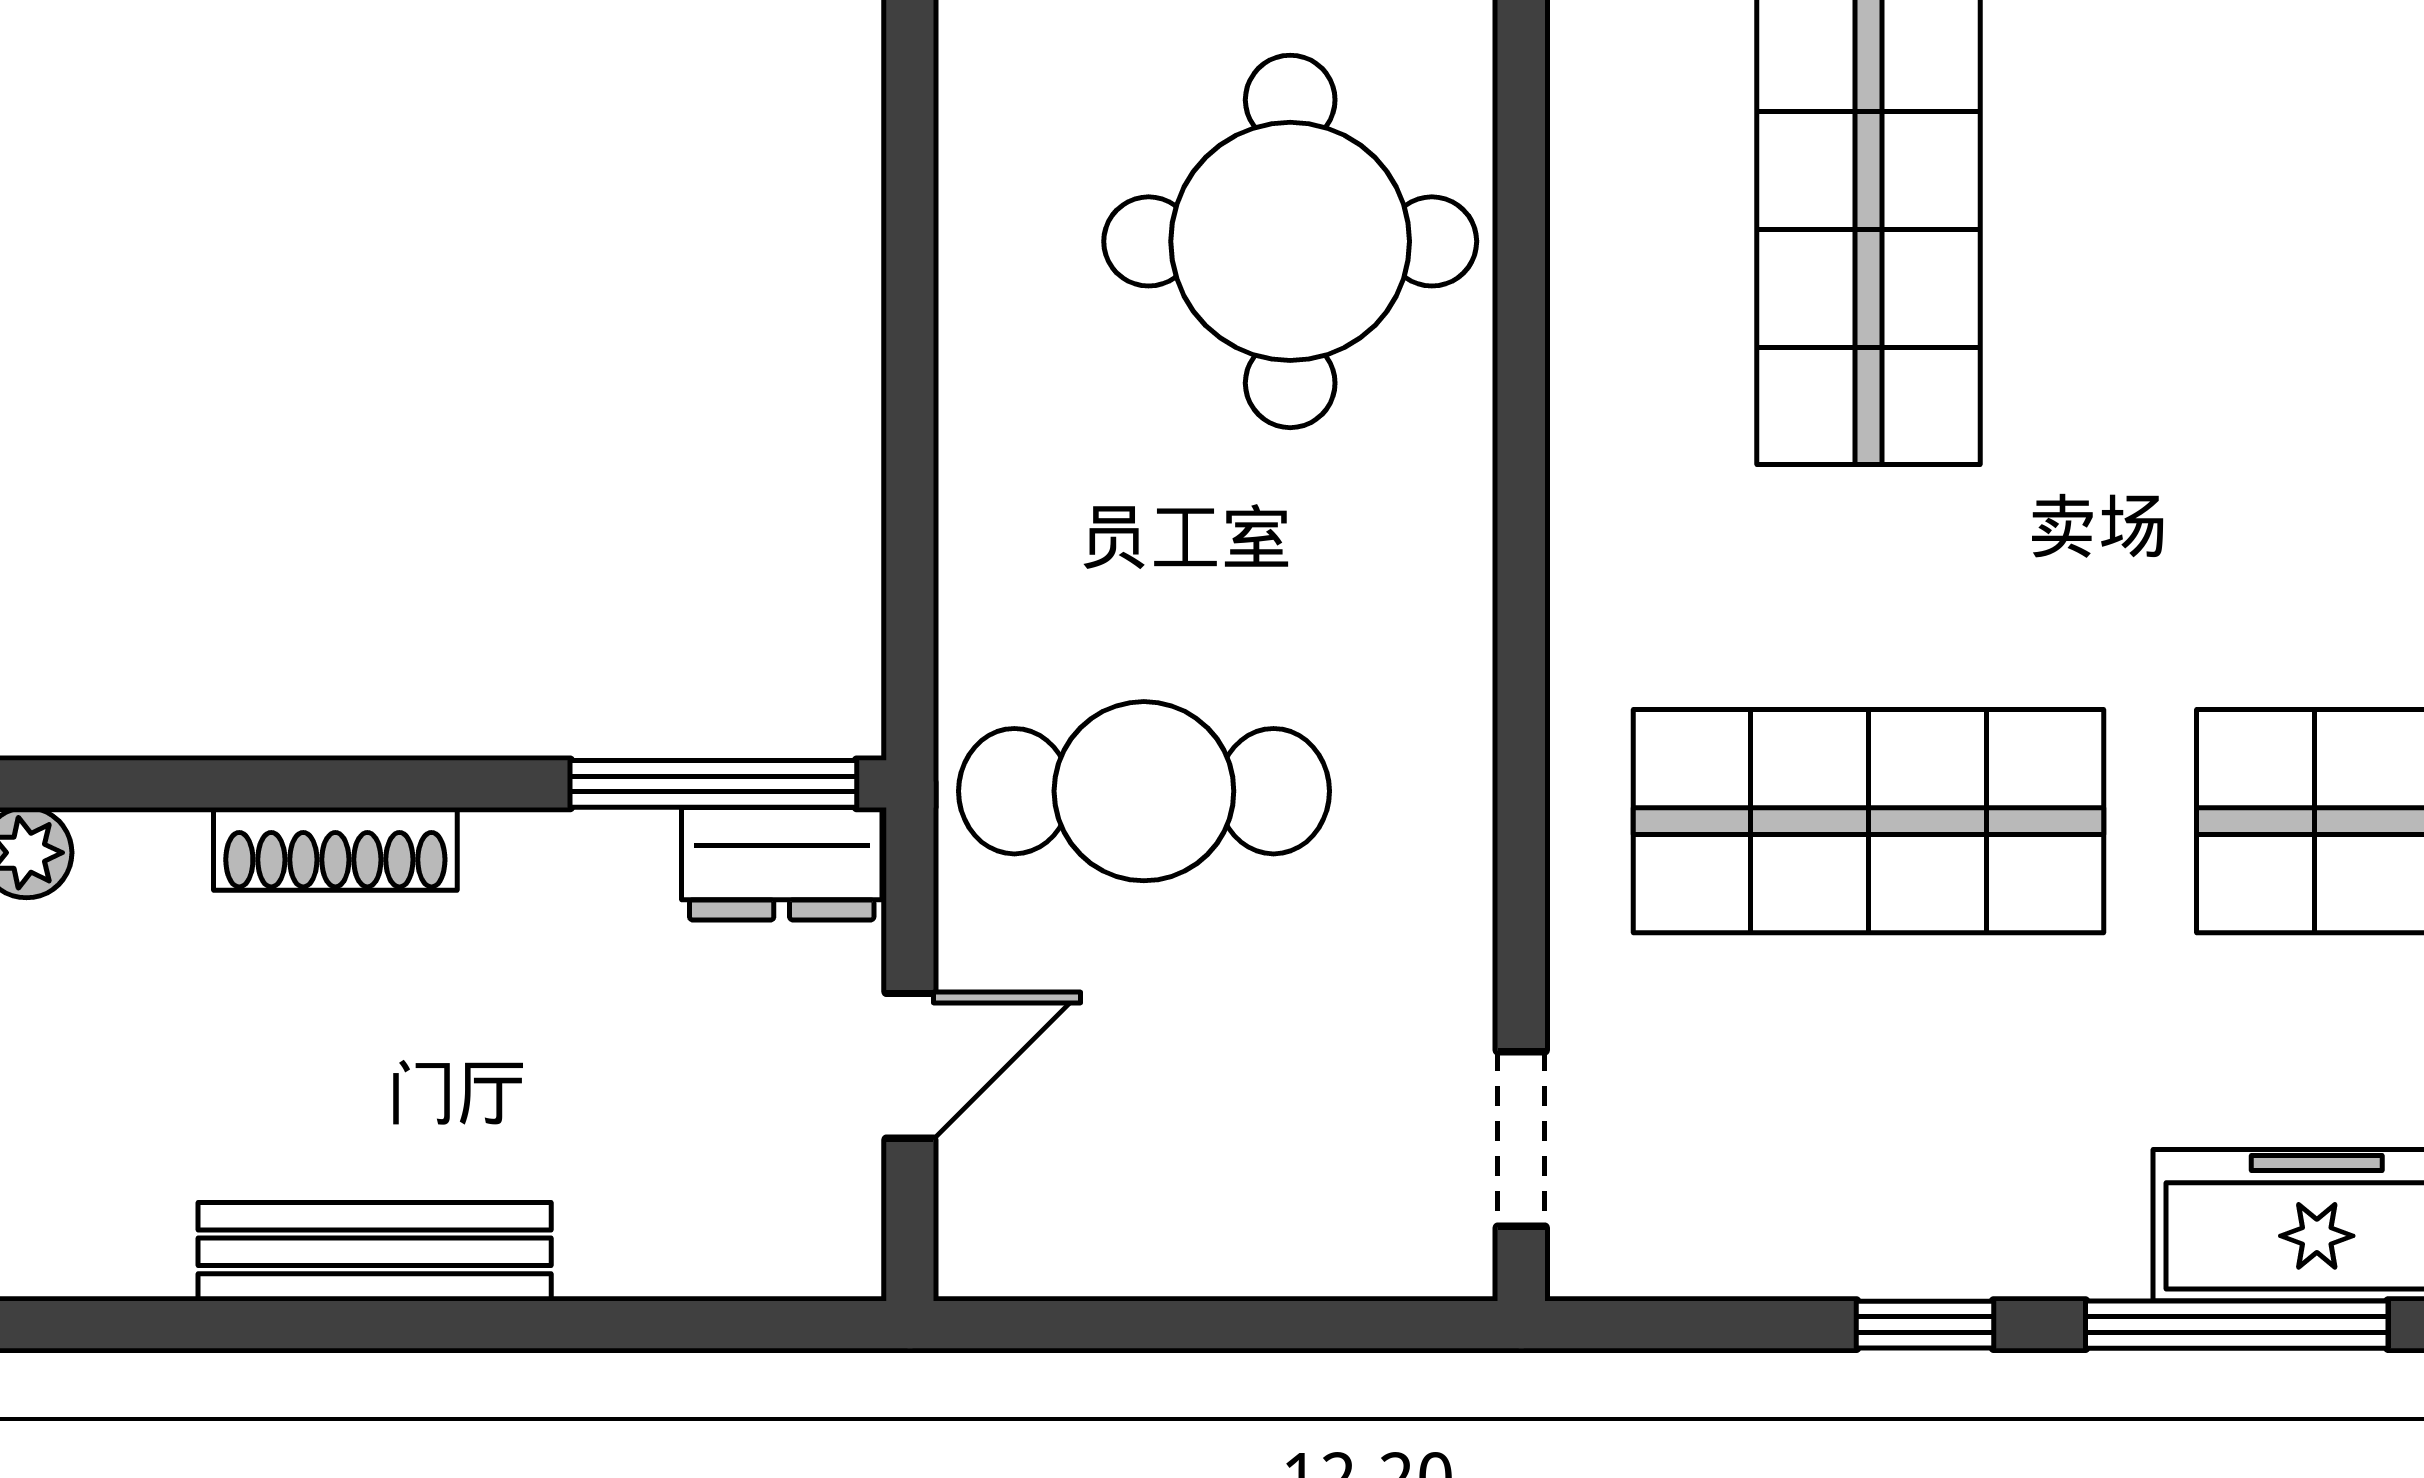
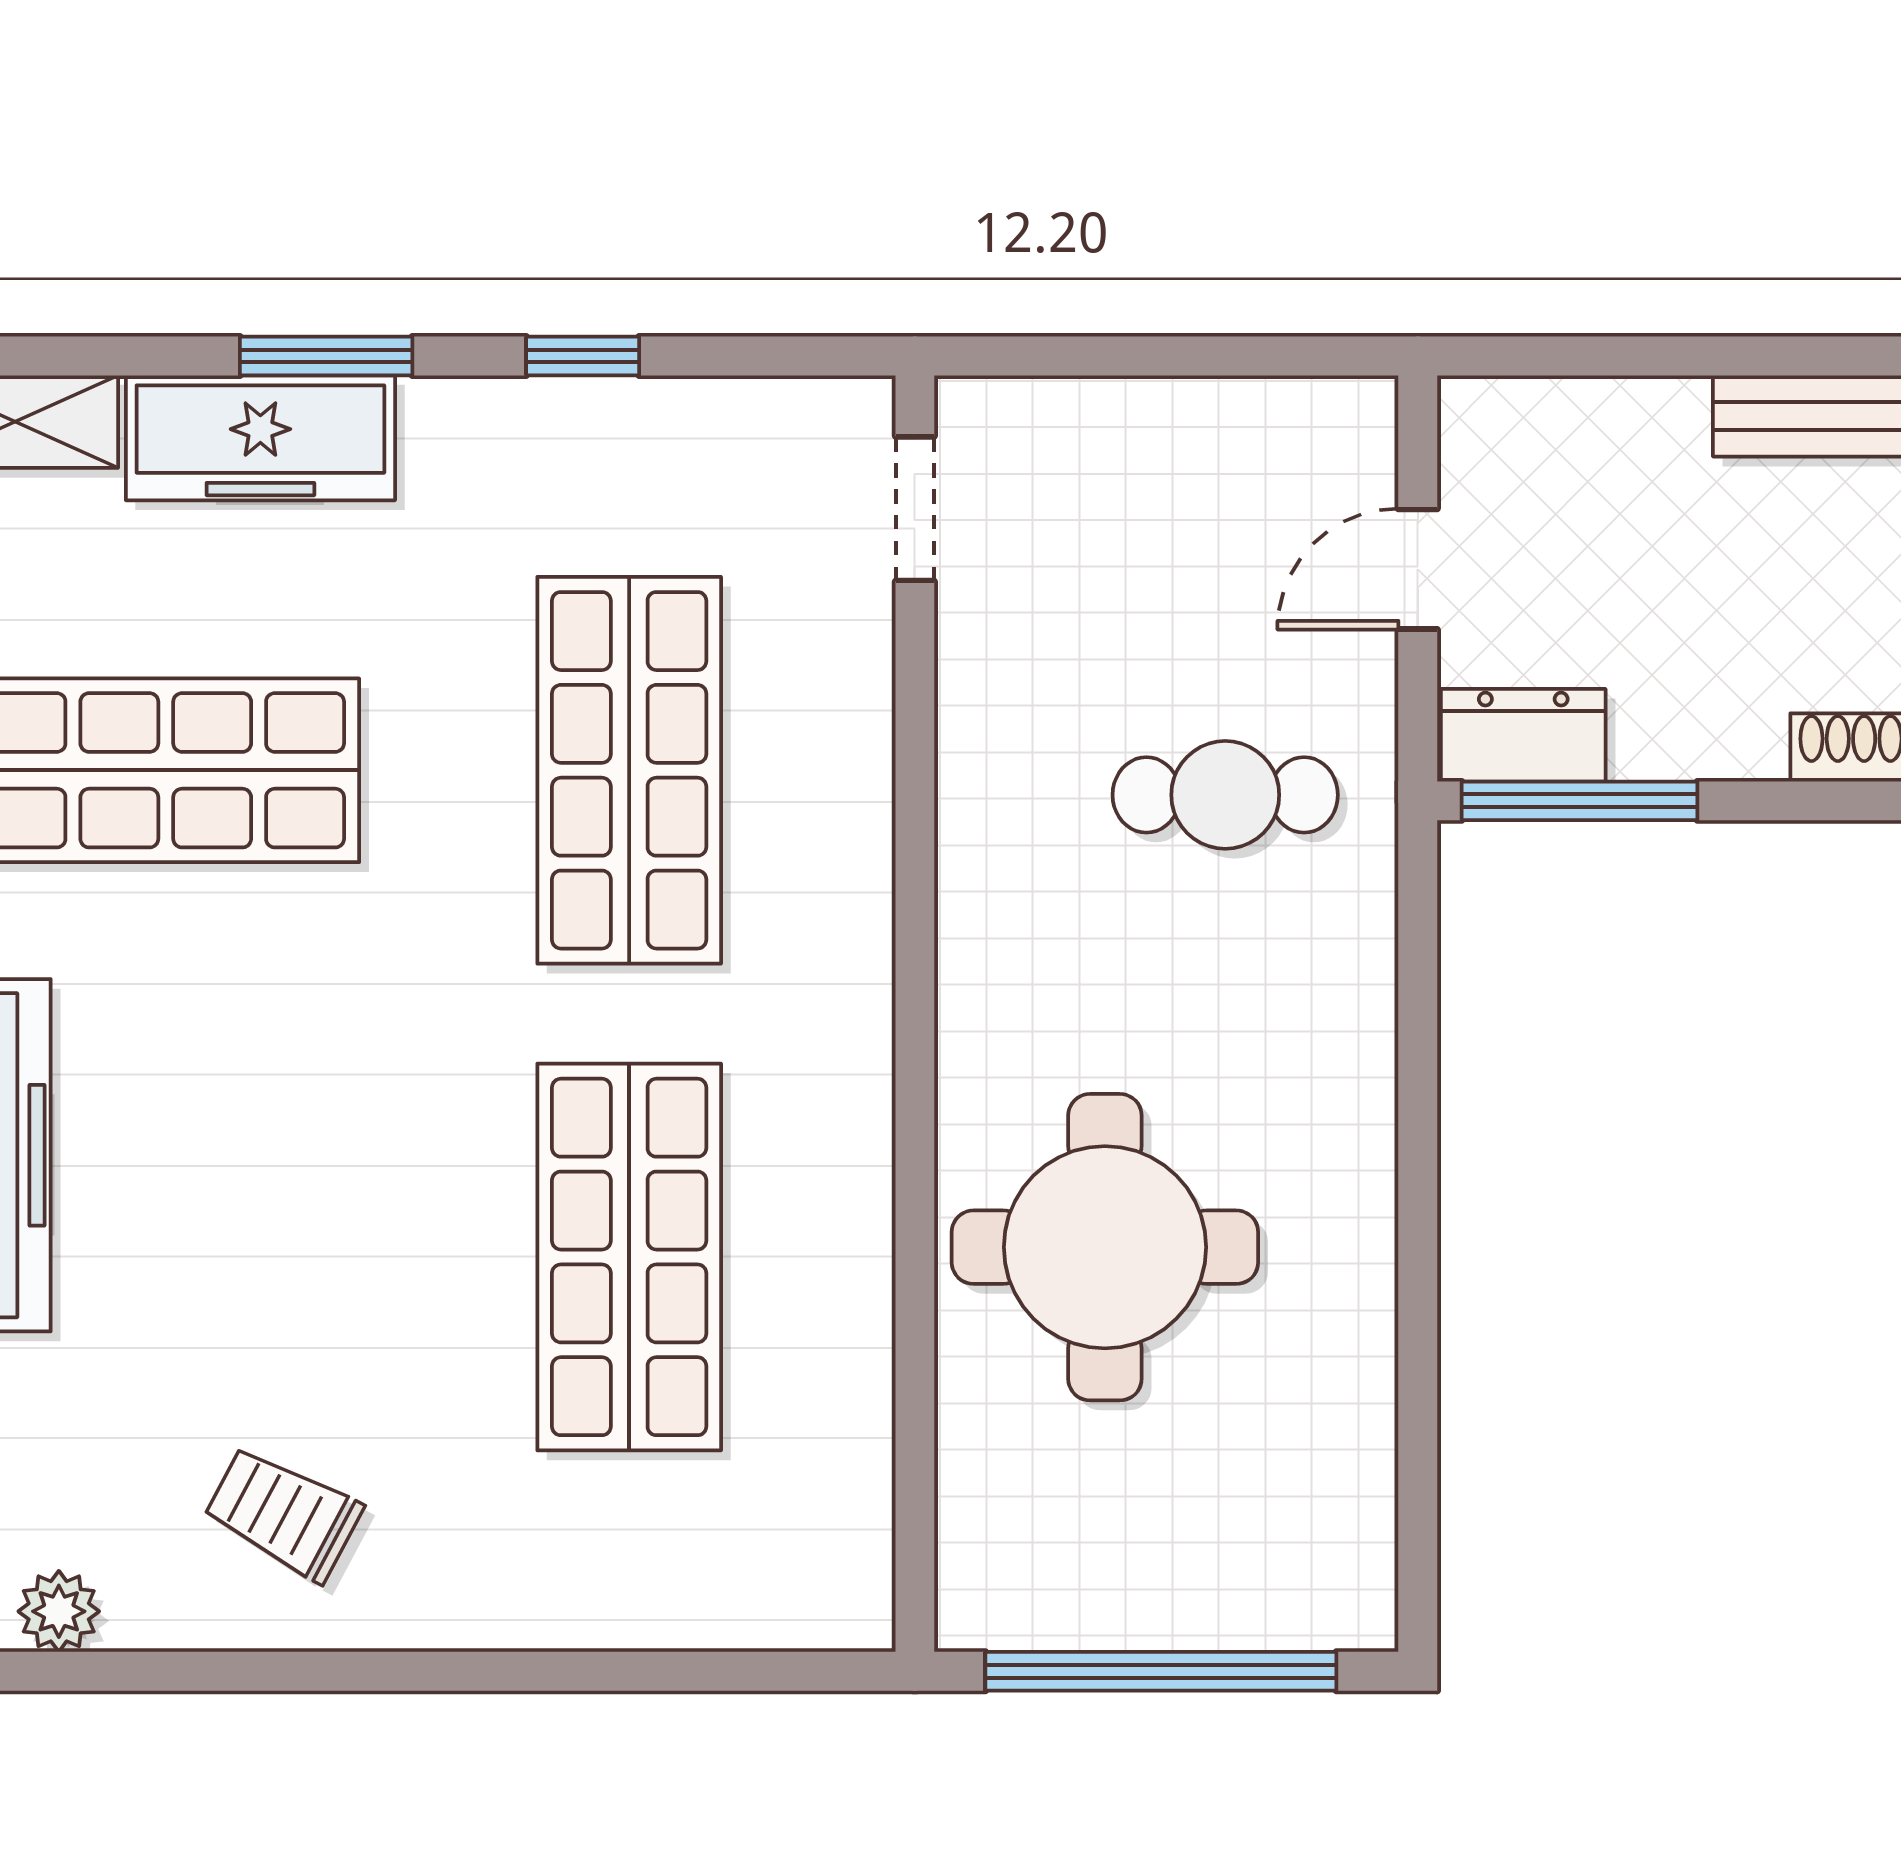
cafe table: (1144, 791) -> (1225, 795), width x0.73, depth x0.74
shop shelf: (1869, 821) -> (629, 770), turned 90
window: (2237, 1325) -> (326, 356), width x0.69

